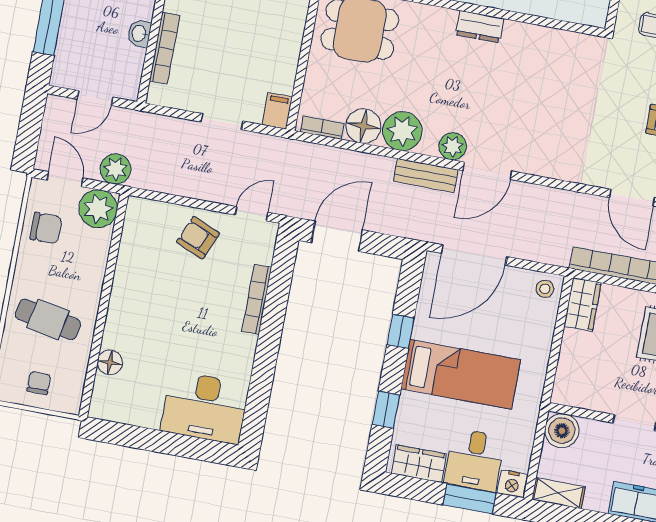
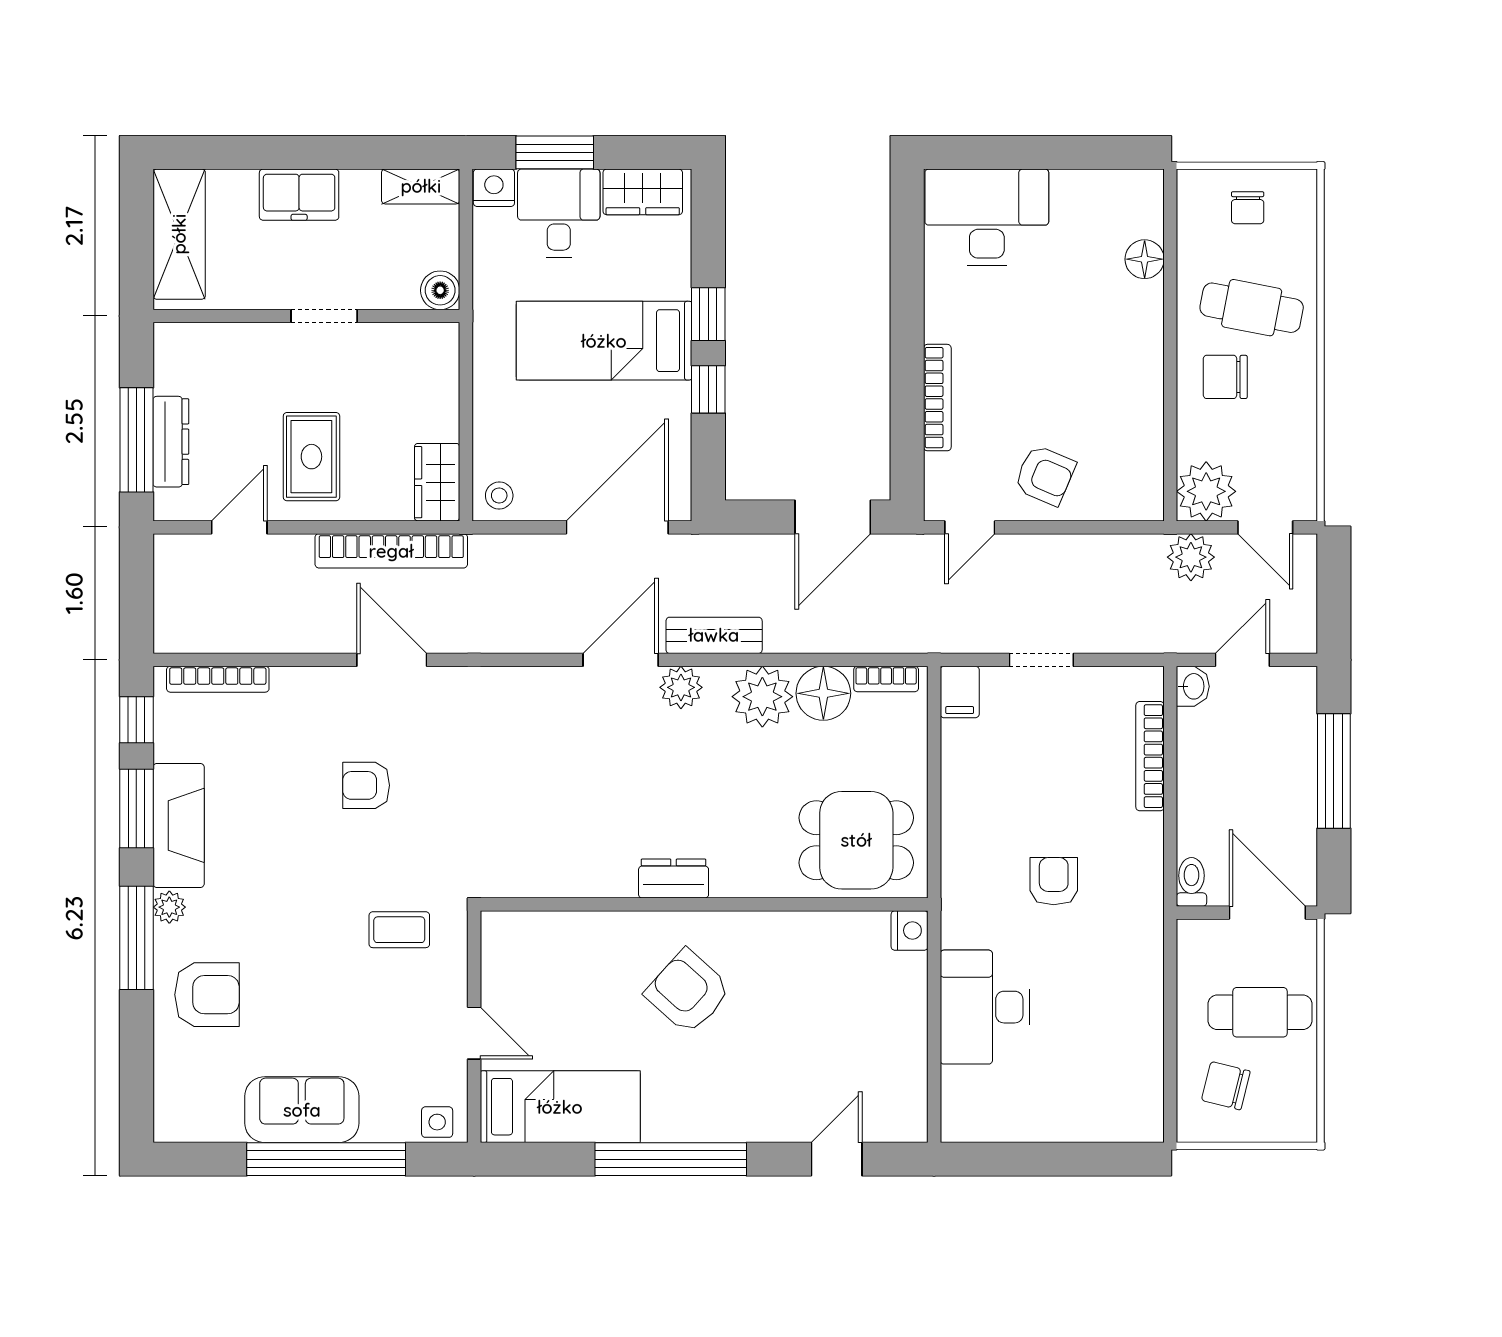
washbasin: (139, 33) -> (1193, 686), moved
chair: (46, 228) -> (1225, 377), moved
window: (386, 410) -> (708, 314), moved
boiler: (562, 431) -> (440, 290), width x0.73, depth x0.73

